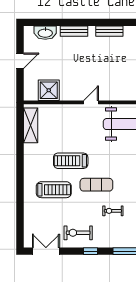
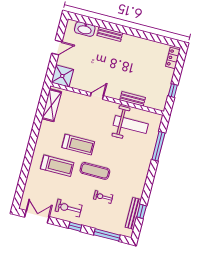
bench: (109, 31) -> (133, 99), moved
shower: (49, 90) -> (62, 76), moved
door: (91, 102) -> (97, 96), moved
treadmill: (71, 161) -> (78, 145), turned 180

